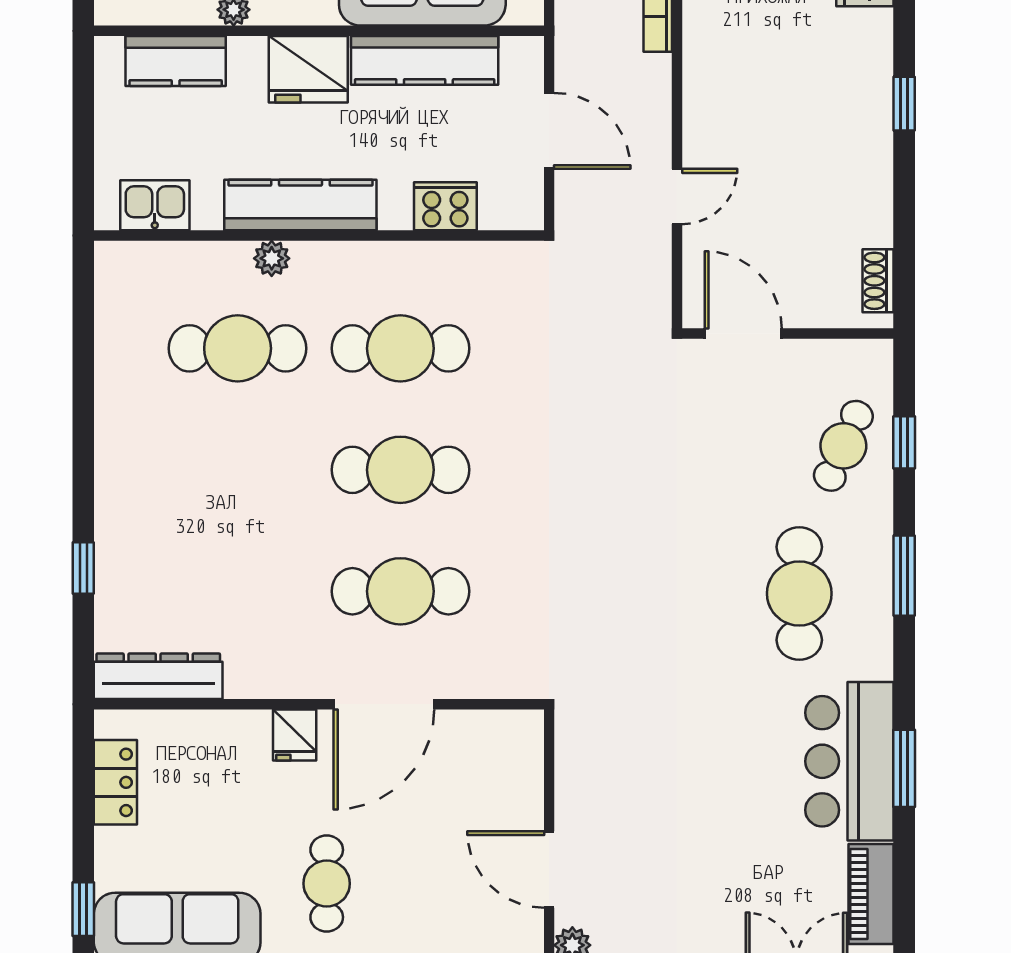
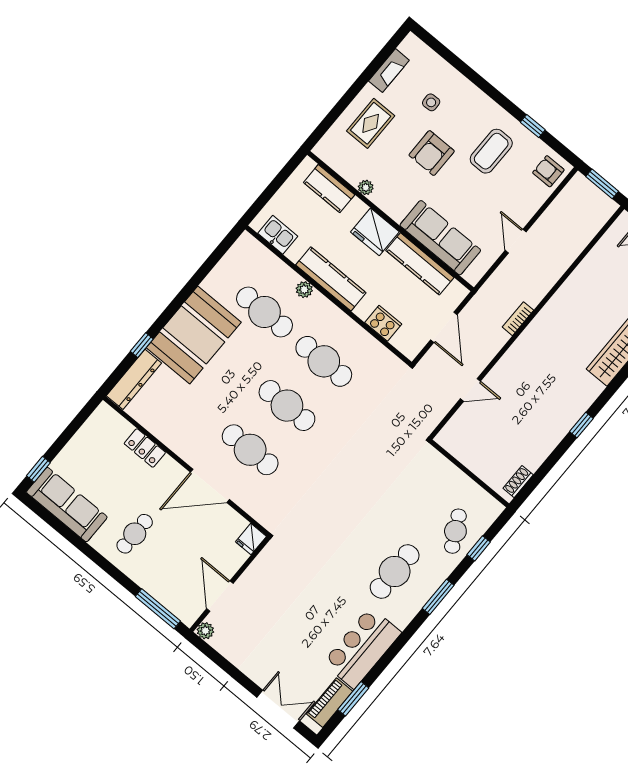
door: (743, 333) -> (453, 460), removed
cafe table: (843, 446) -> (455, 531), turned -52
booth: (154, 481) -> (194, 335), added
dresser: (158, 676) -> (134, 379), moved, turned 90
fridge: (295, 735) -> (251, 539), moved
window: (904, 768) -> (353, 699), moved
locker: (115, 782) -> (145, 448), moved, turned 90

